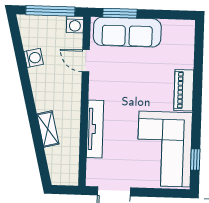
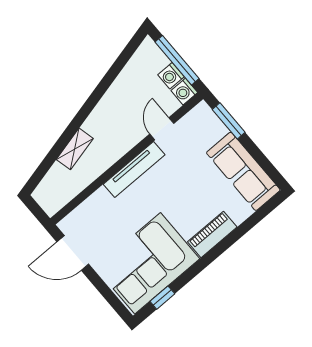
sofa: (127, 32) -> (243, 171), moved
washing machine: (34, 58) -> (171, 76), moved, turned 104
tv unit: (95, 129) -> (134, 169), moved

